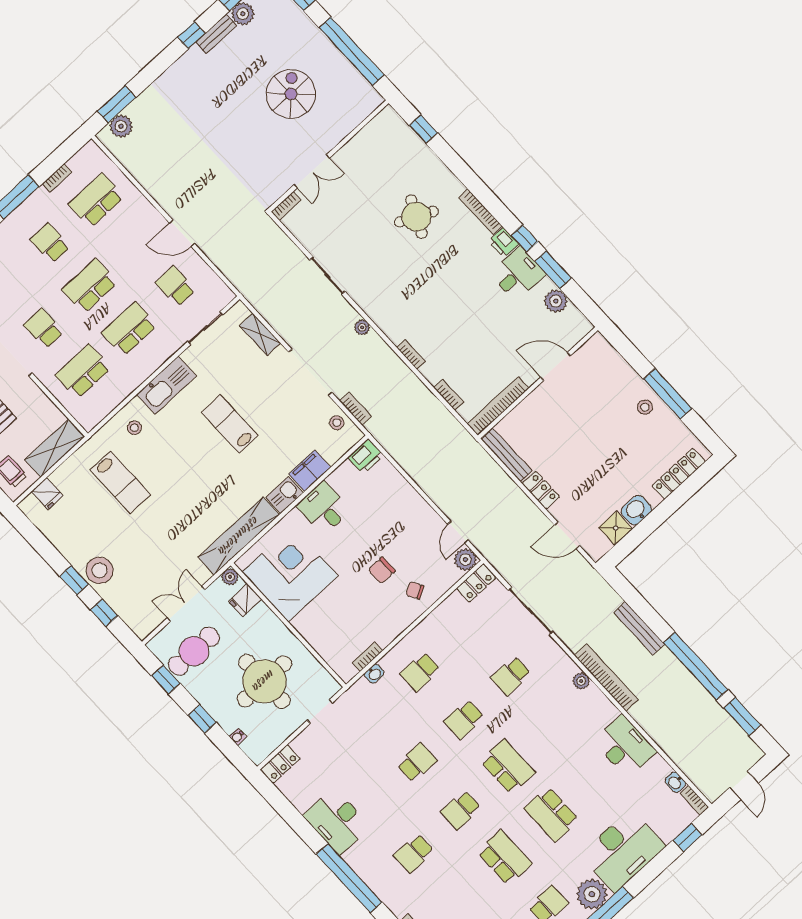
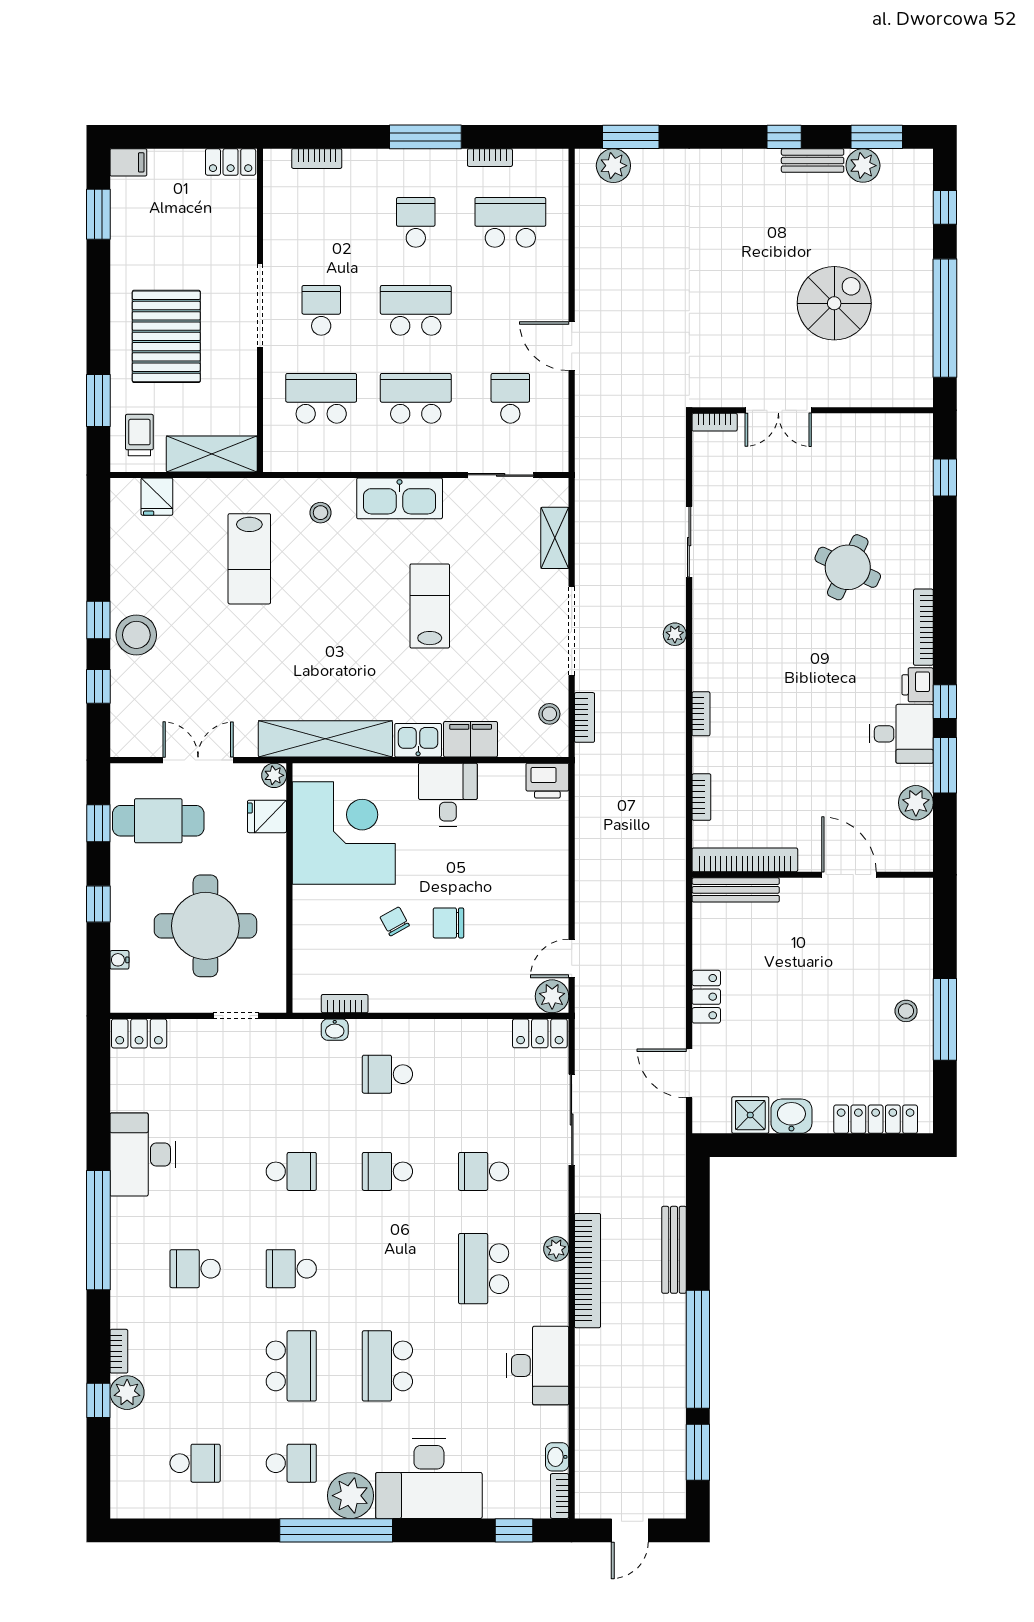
bench: (507, 455) -> (736, 890), moved, turned 90
chair: (415, 590) -> (395, 921), moved
school desk: (508, 767) -> (484, 1269), moved, turned 180

